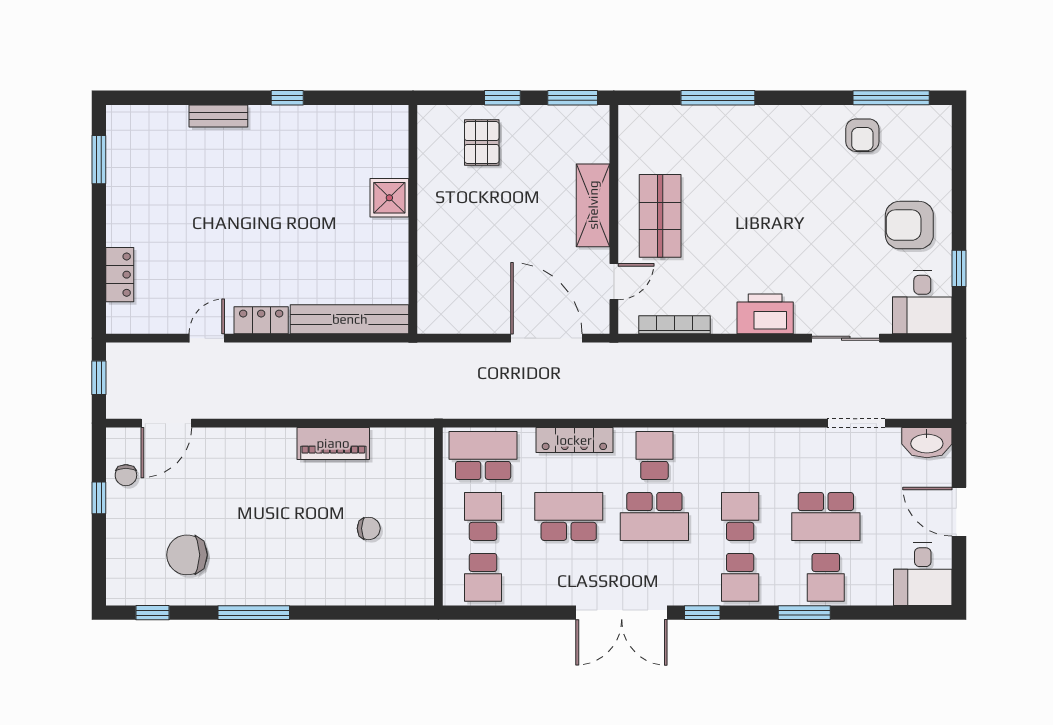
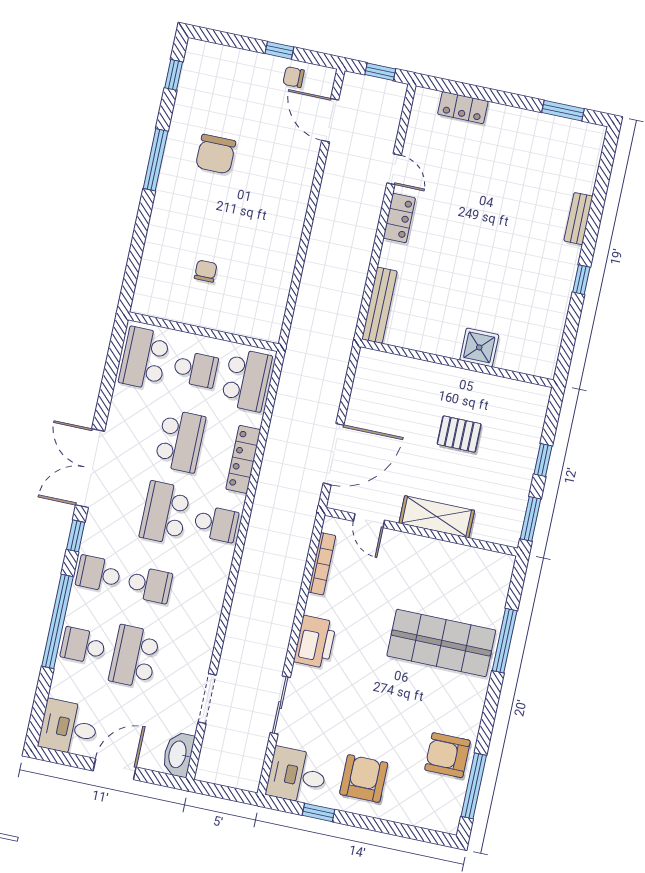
armchair: (862, 135) -> (447, 755), width x1.38, depth x1.38
pallet: (482, 143) -> (459, 434), moved
shop shelf: (660, 216) -> (441, 643), moved, width x1.43, depth x1.36
bench: (350, 319) -> (380, 305), width x0.73, depth x0.82
piano: (333, 443) -> (283, 257), removed
chair: (369, 528) -> (206, 271), turned 180
chair: (187, 555) -> (216, 154), moved, turned 180
school desk: (483, 577) -> (144, 358), width x1.85
window: (804, 613) -> (57, 621), width x2.11

